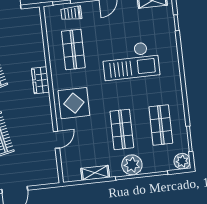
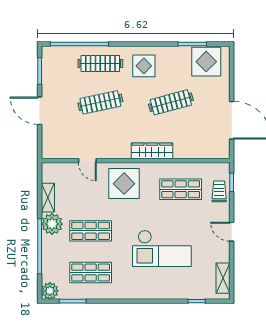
checkout: (131, 61) -> (162, 248), turned -90
wardrobe: (40, 80) -> (152, 151), width x1.50
plant: (132, 165) -> (52, 224), moved

